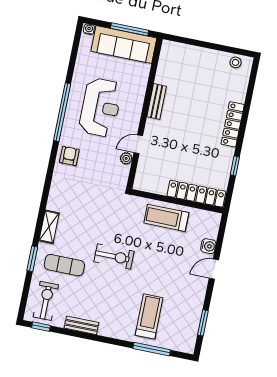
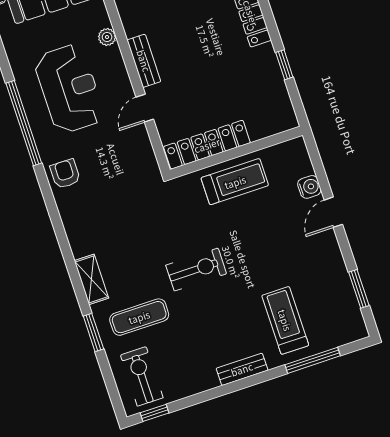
bench: (157, 102) -> (144, 61), moved
plant: (126, 158) -> (107, 37), moved
locker: (196, 194) -> (207, 145), moved
treadmill: (166, 218) -> (235, 182), turned 180
bench: (81, 325) -> (242, 369), moved

